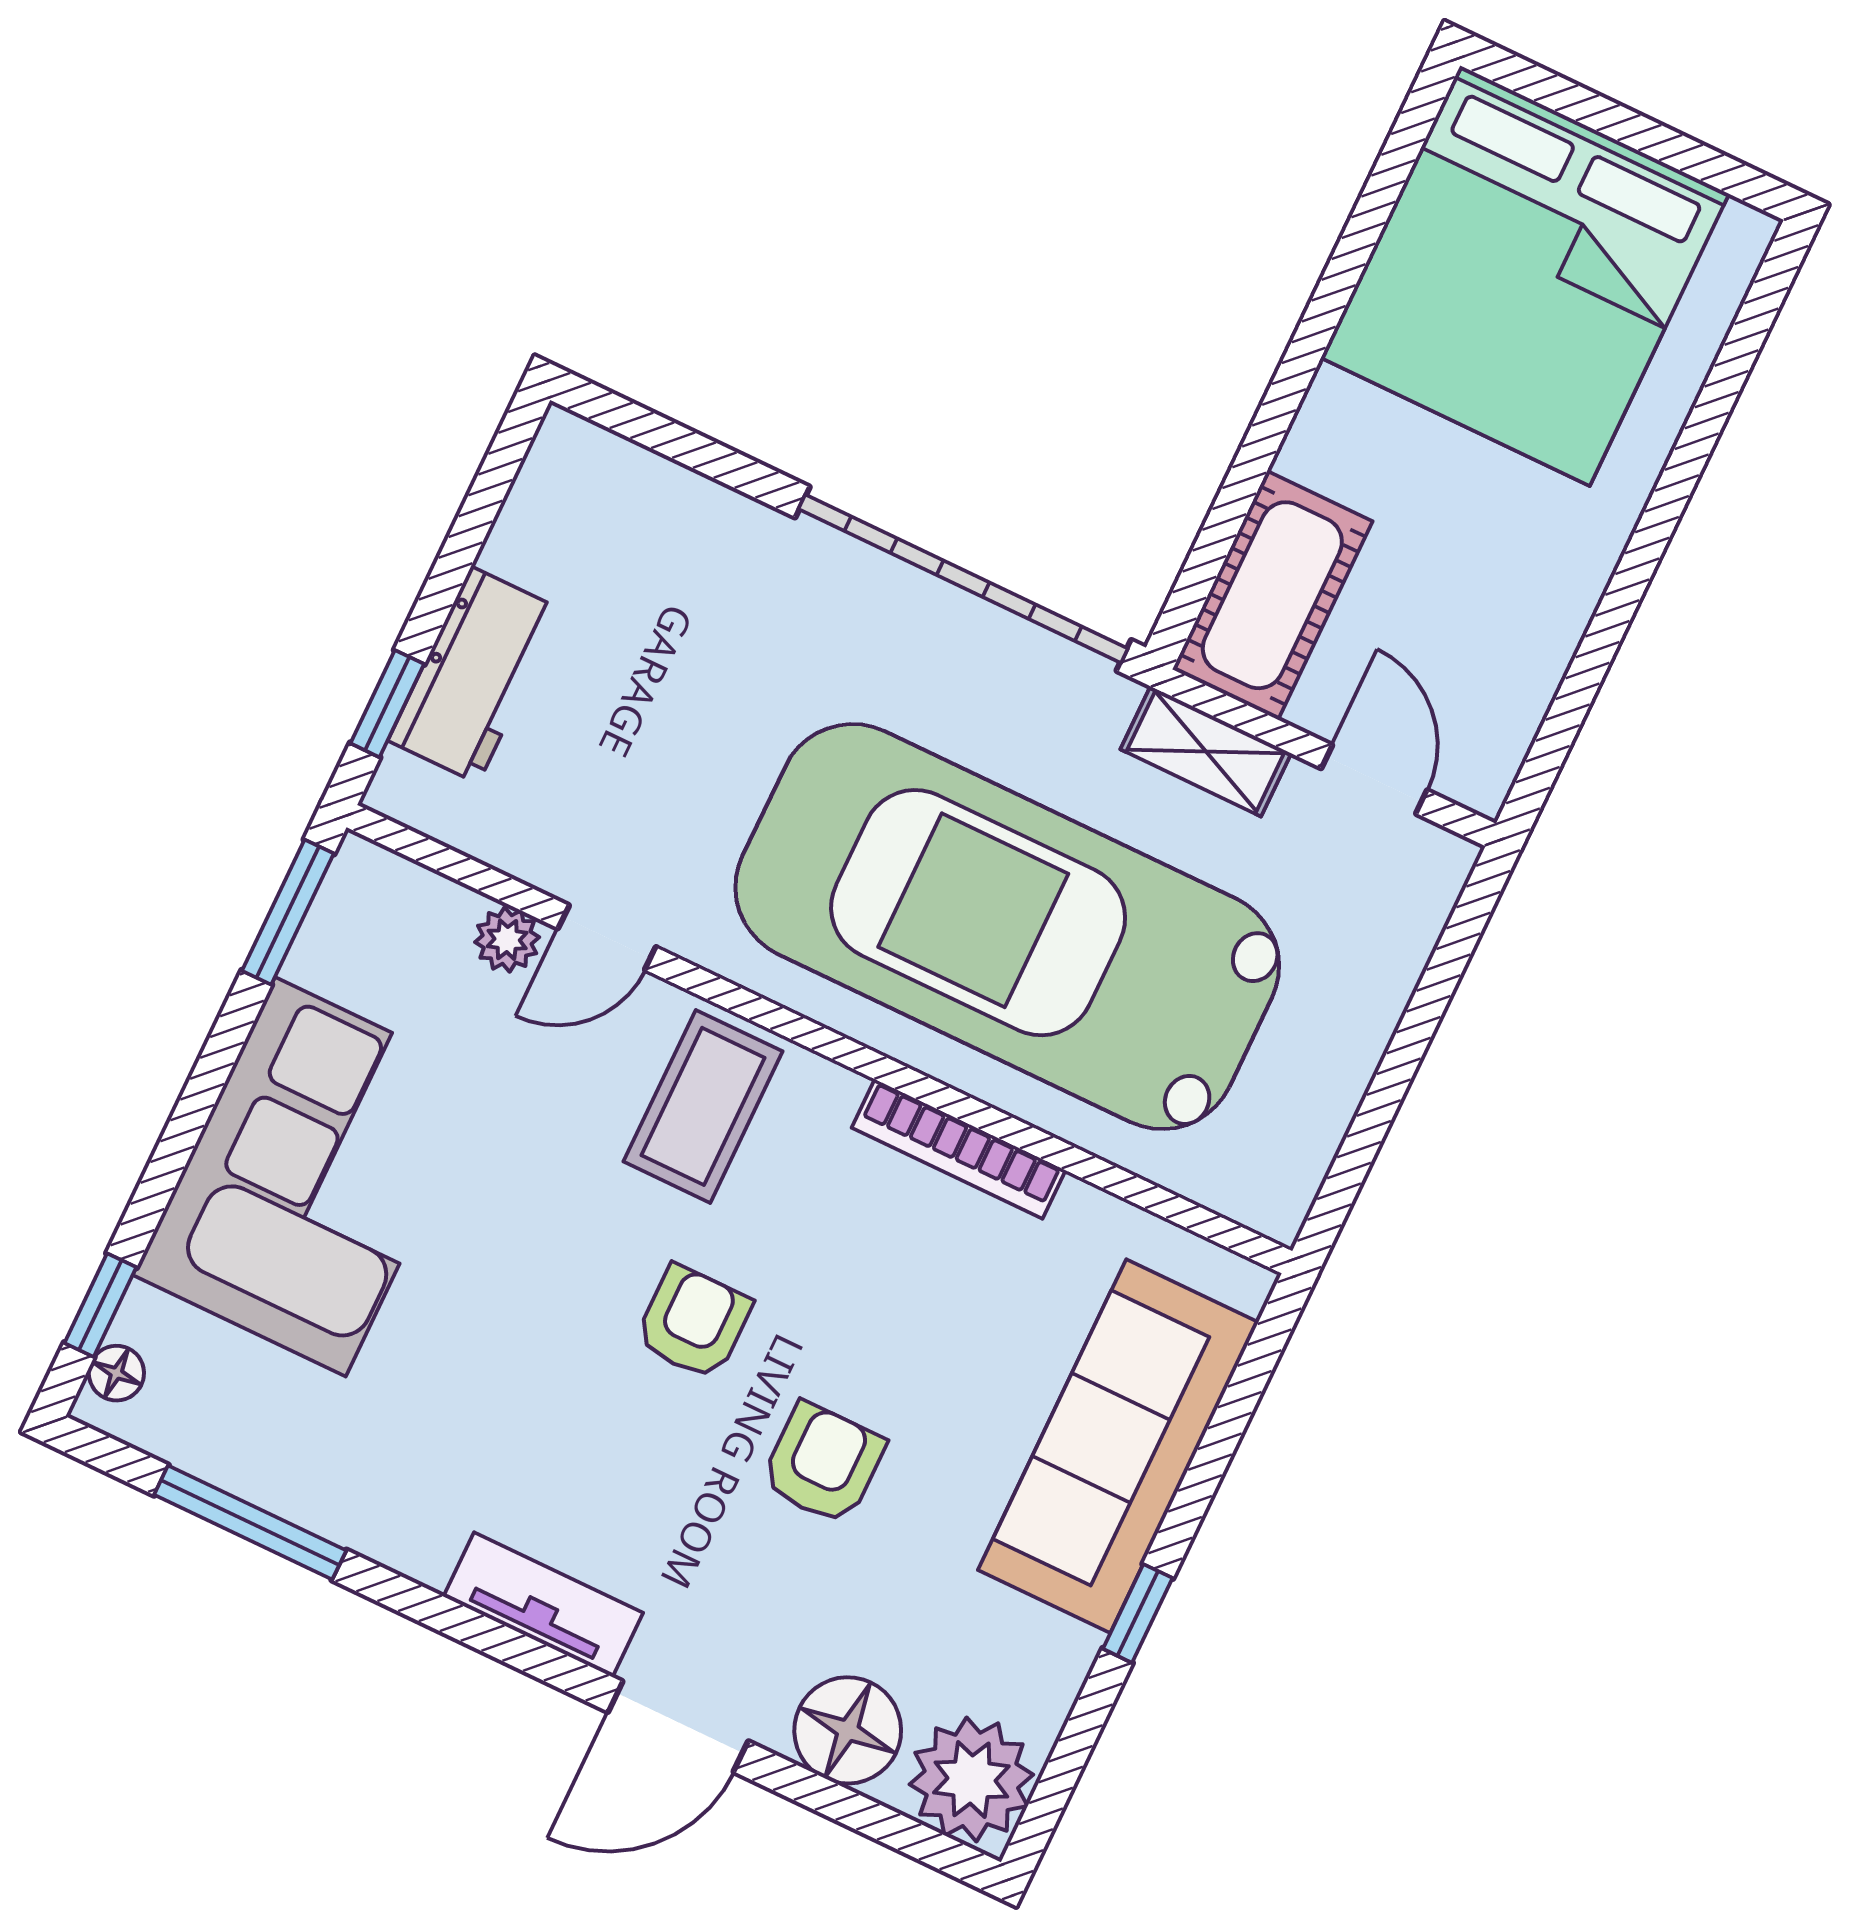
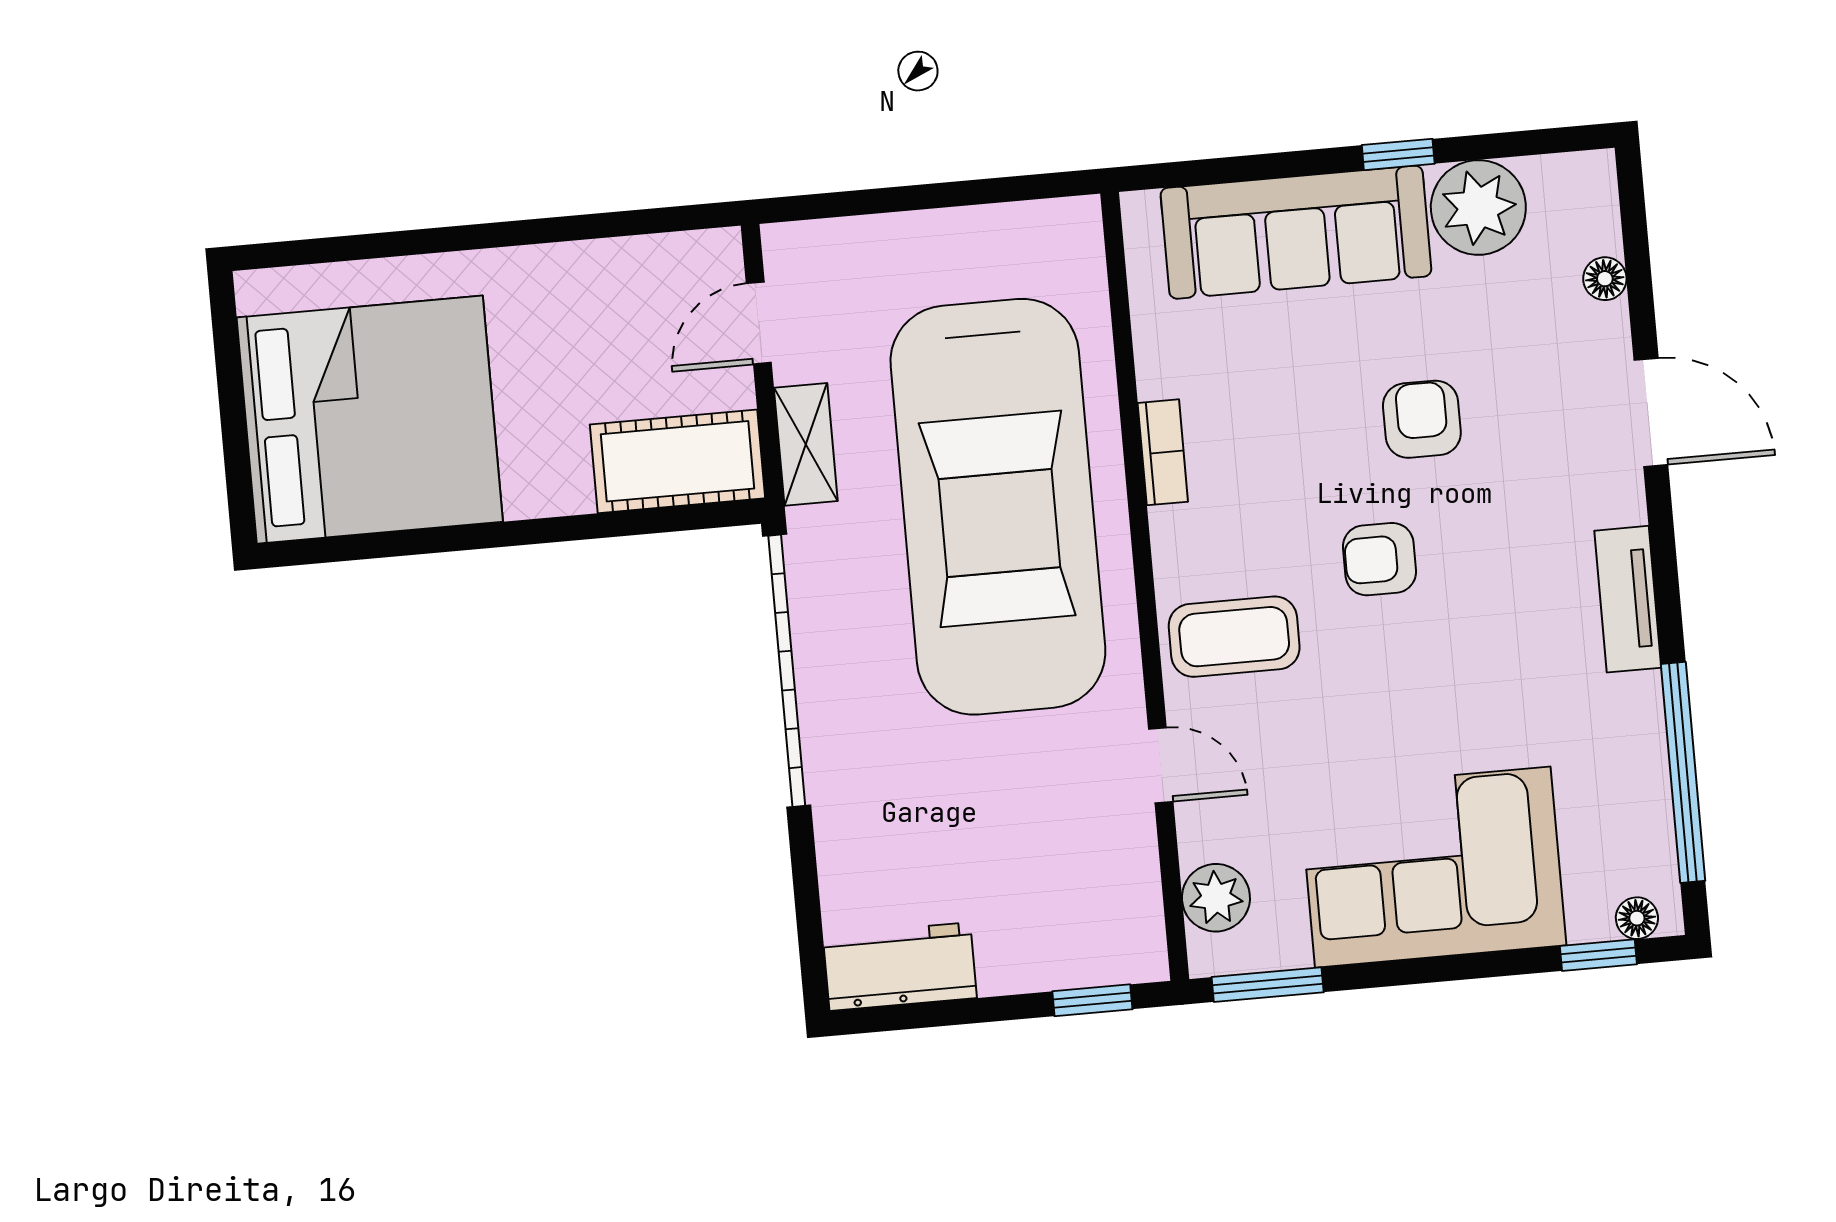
workbench: (474, 675) -> (900, 967), moved
plant: (507, 940) -> (1216, 898), moved, width x1.38, depth x1.38
bookcase: (959, 1149) -> (1163, 452), width x0.64
armchair: (823, 1463) -> (1422, 419), turned 90
window: (250, 1523) -> (1683, 772), width x1.46
tv unit: (543, 1605) -> (1628, 599), moved
floor lamp: (848, 1730) -> (1605, 279), width x0.53, depth x0.53
plant: (971, 1779) -> (1478, 207), moved

